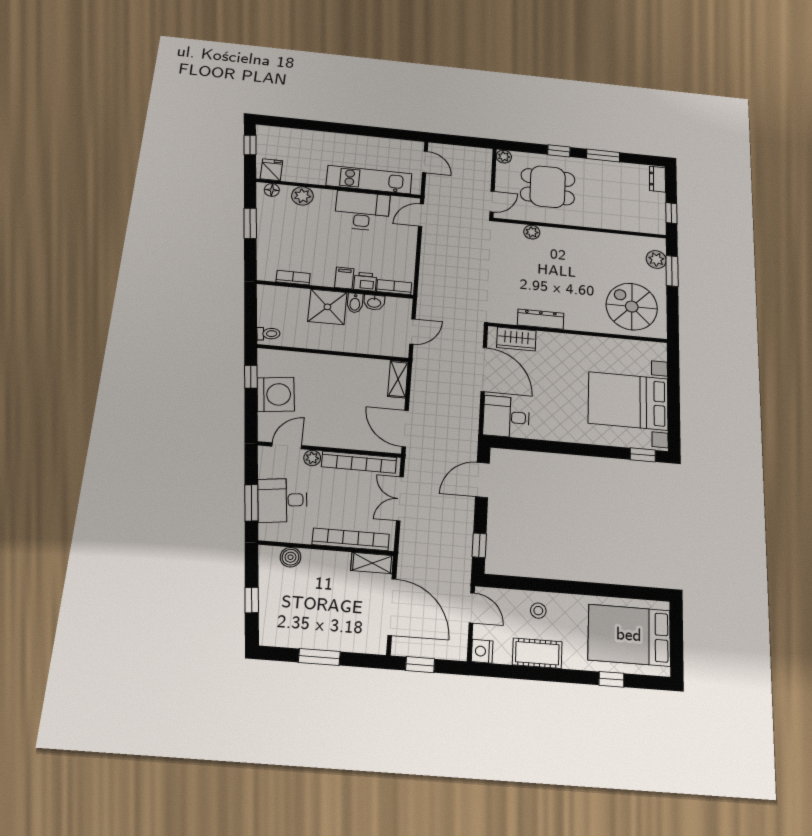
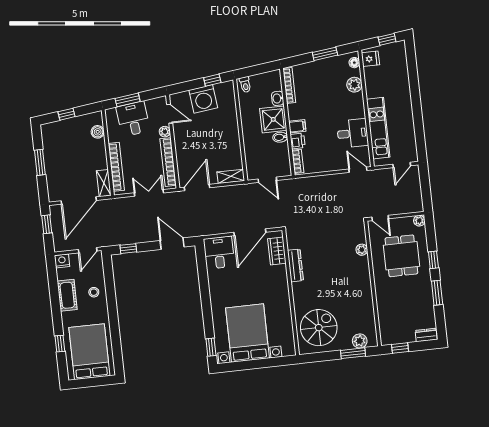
desk: (362, 211) -> (353, 133), width x0.73
bookcase: (293, 278) -> (289, 85), width x1.56
washbasin: (374, 302) -> (278, 98), moved

